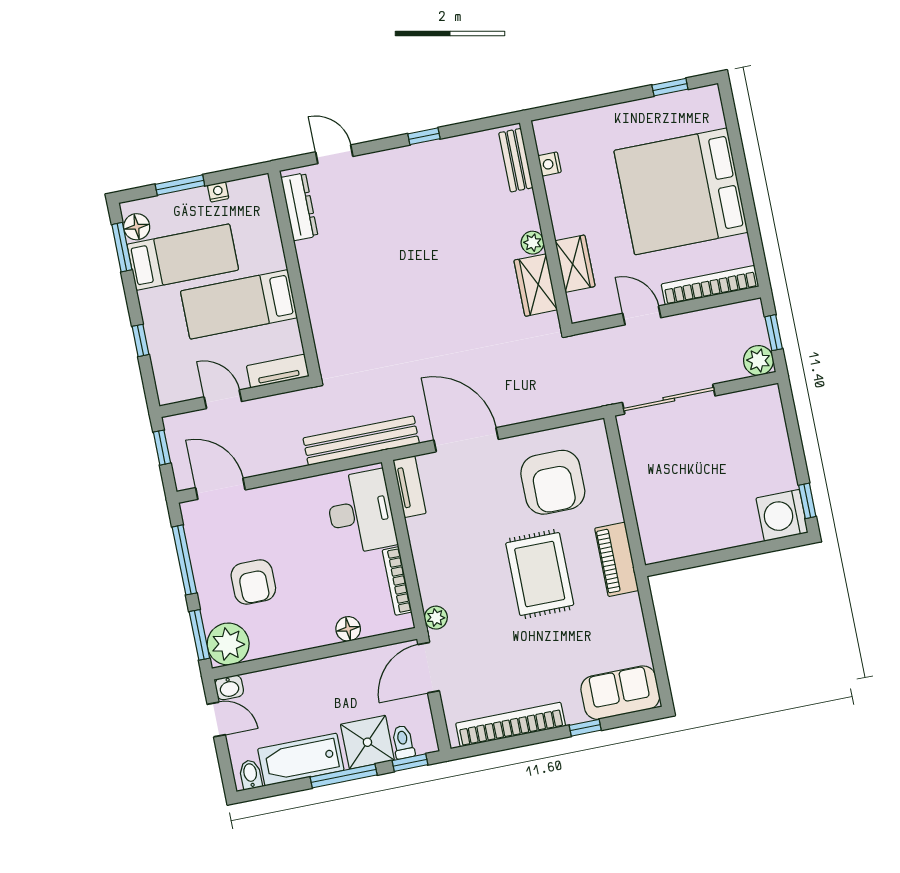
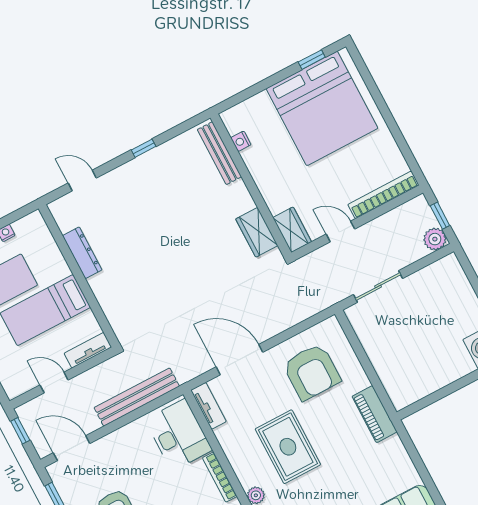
bench: (516, 160) -> (219, 153), width x1.36
bed: (681, 191) -> (322, 108), moved, turned -90
dresser: (299, 207) -> (82, 253), moved
plant: (533, 243) -> (245, 202), removed
wardrobe: (575, 264) -> (292, 230), moved
sliding door: (669, 399) -> (378, 286), width x0.73
bench: (361, 441) -> (137, 397), moved
rug: (540, 574) -> (288, 447), moved

